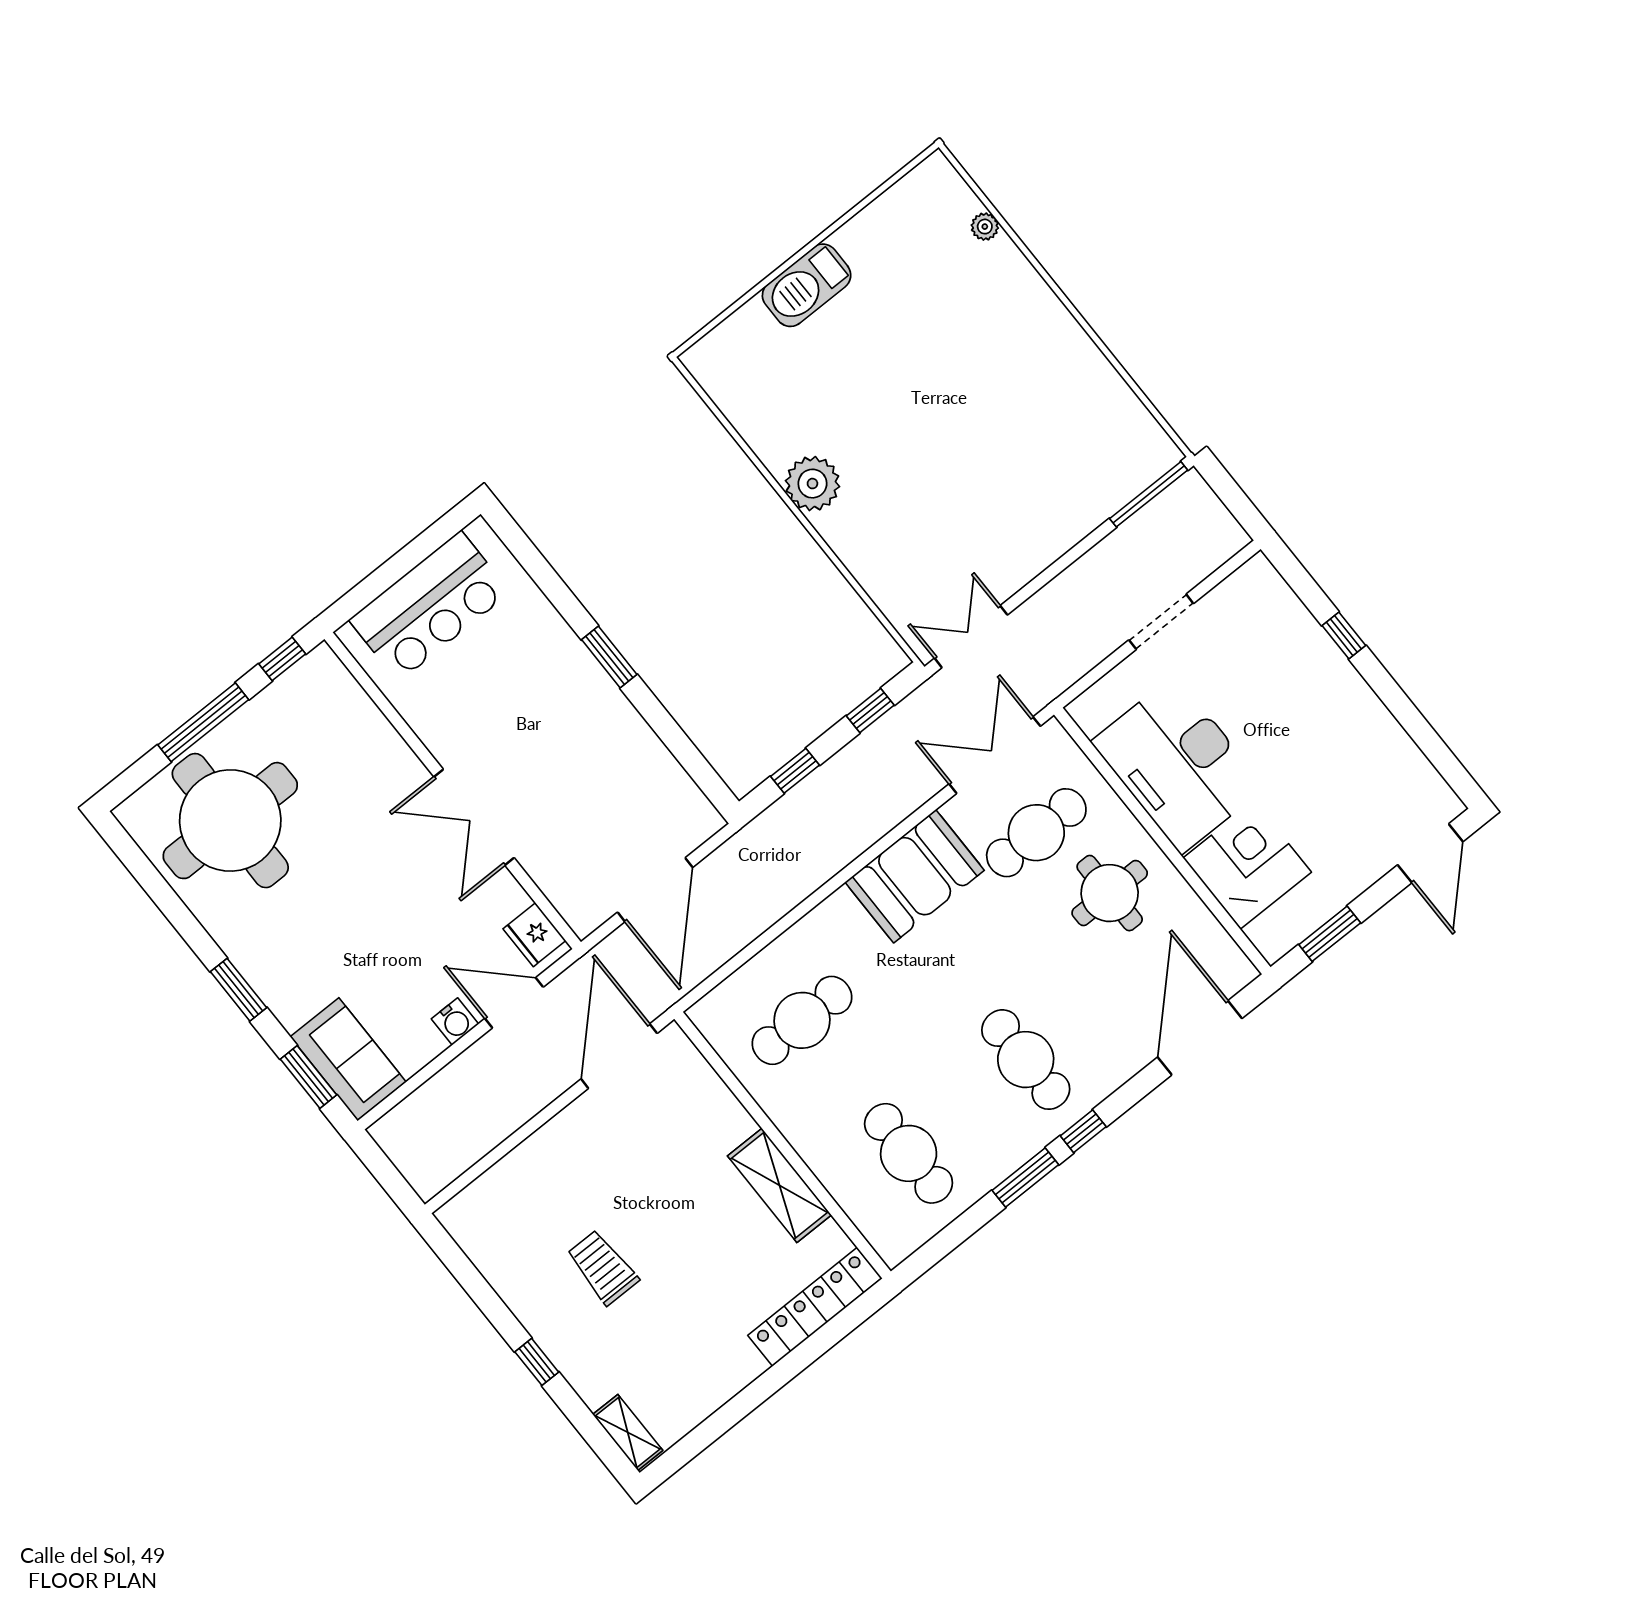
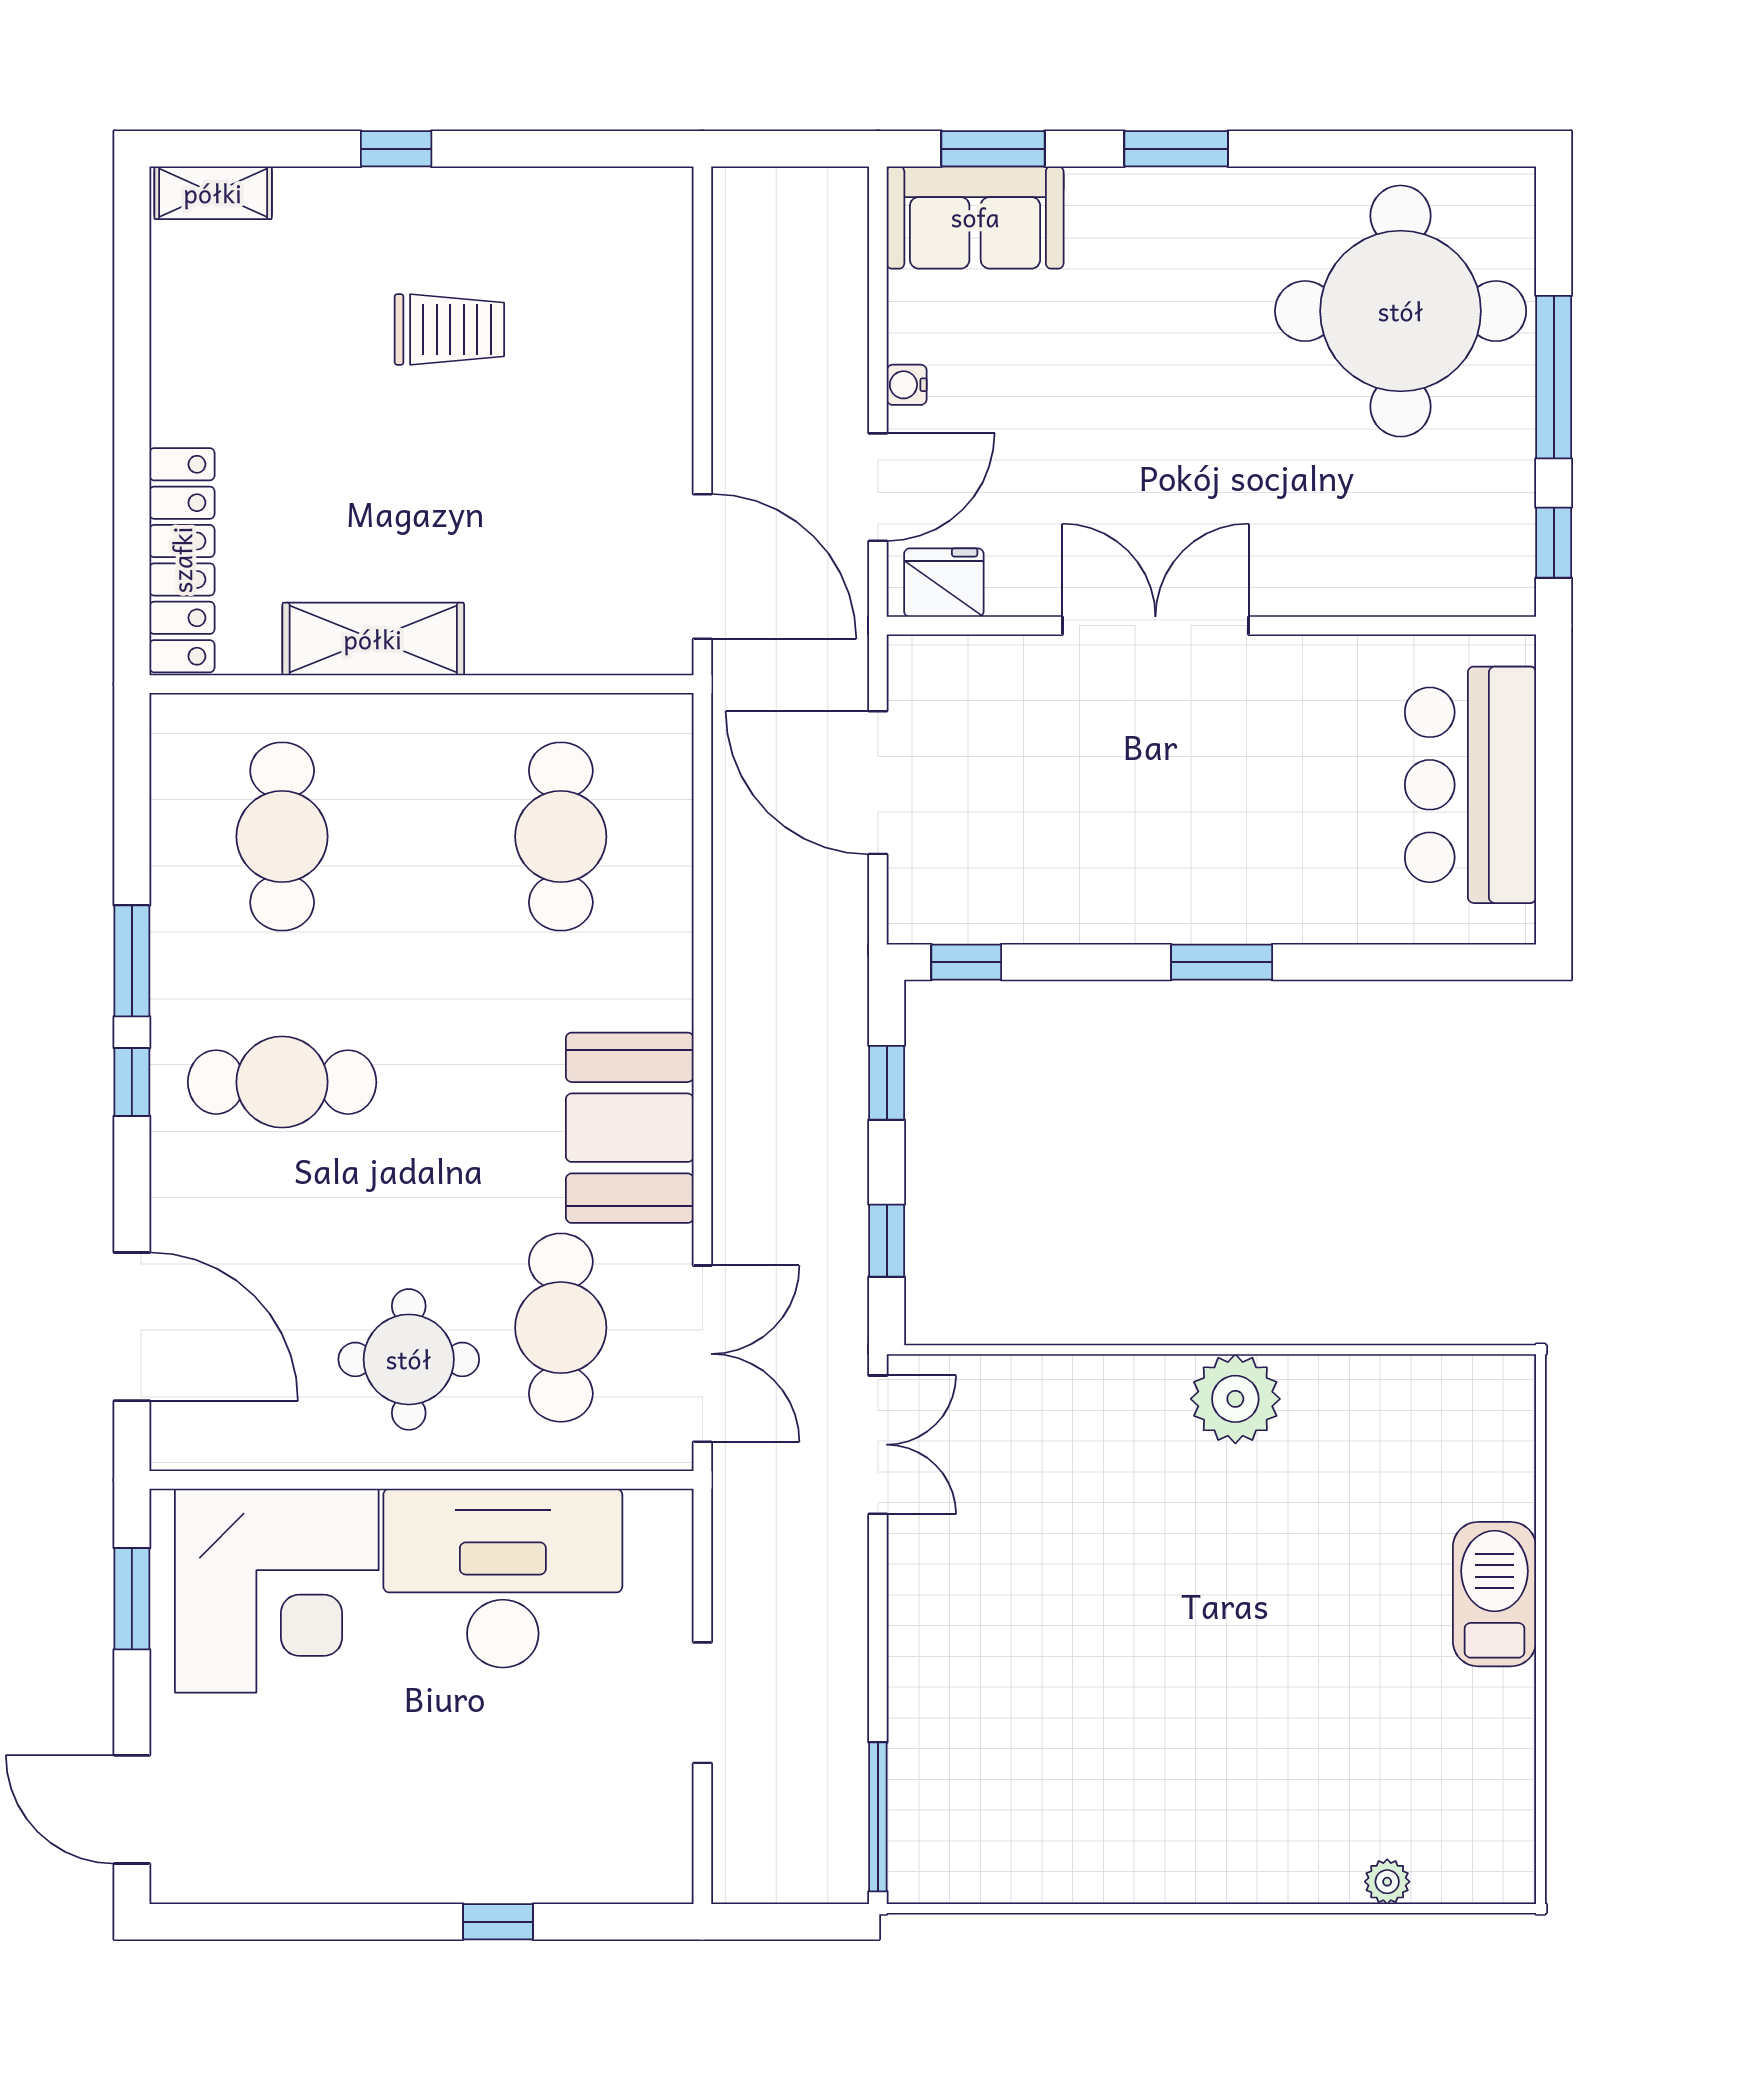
window: (707, 779) -> (966, 962), added
corner desk: (1247, 865) -> (277, 1591), width x1.36, depth x1.36
water cooler: (455, 1021) -> (907, 385), width x0.72, depth x0.72
cafe table: (909, 1153) -> (282, 837), turned 90

